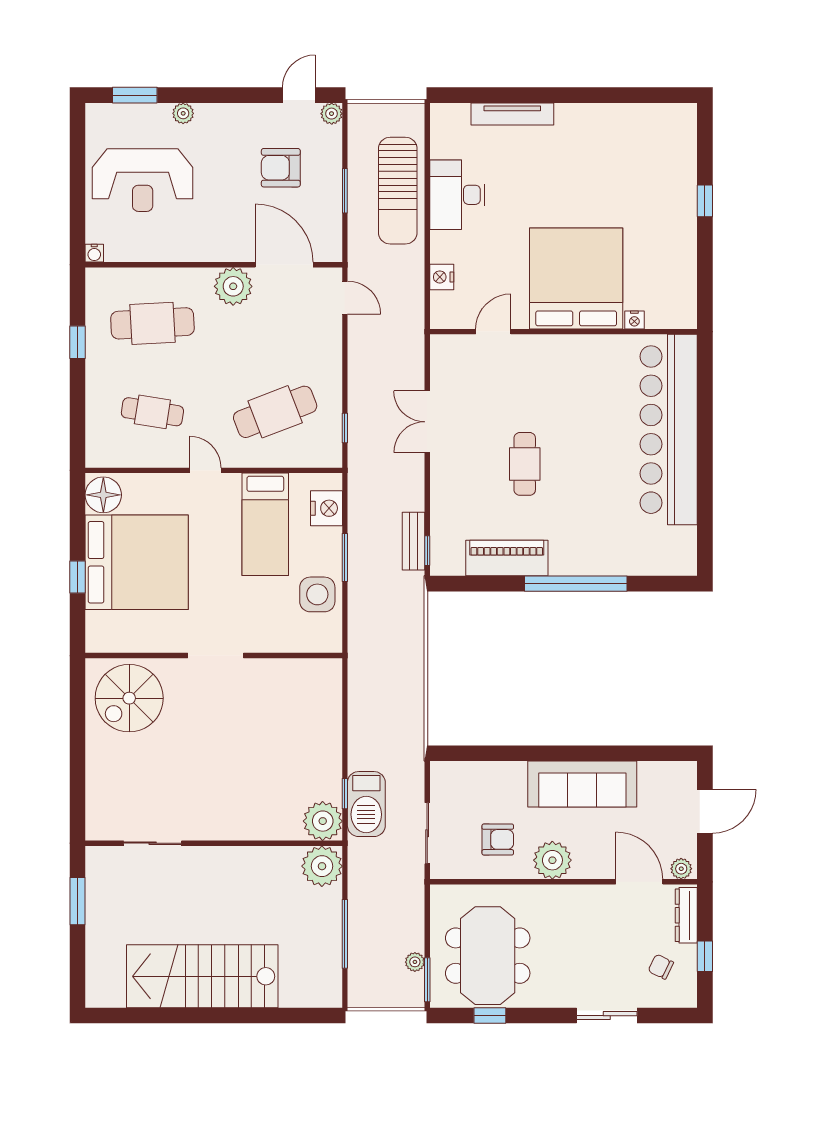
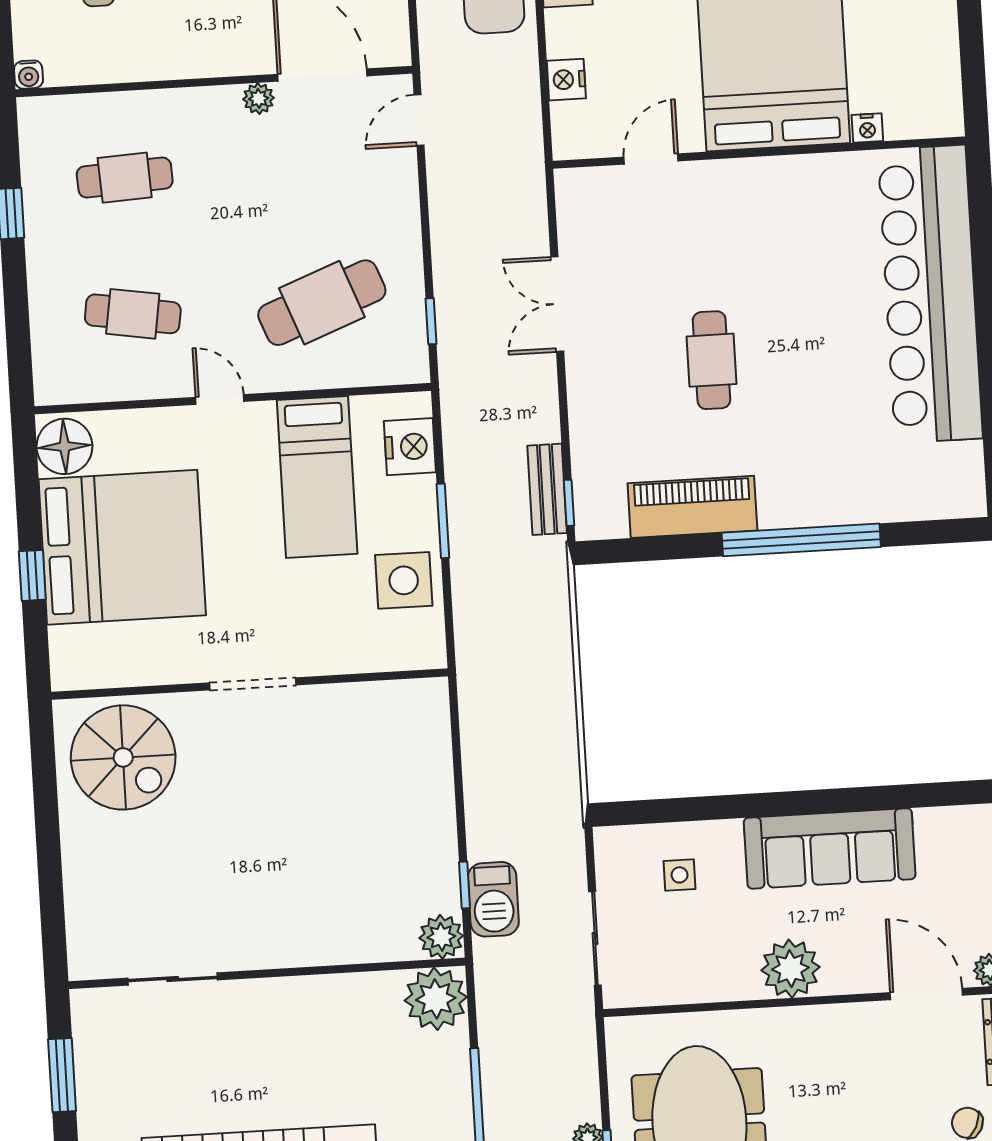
plant: (233, 286) -> (259, 98), width x0.53, depth x0.53
door: (345, 298) -> (419, 120), swing flipped
cafe table: (152, 323) -> (125, 178), width x0.73, depth x0.74
spiral stairs: (129, 698) -> (123, 757), turned -90
side table: (484, 795) -> (680, 875), added
barbecue: (366, 804) -> (493, 899), width x0.73, depth x0.83
plant: (323, 821) -> (441, 937), width x0.73, depth x0.73
armchair: (498, 839) -> (704, 942), removed

